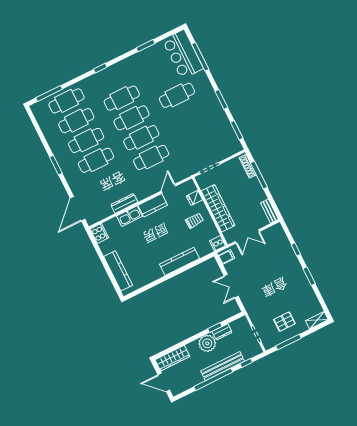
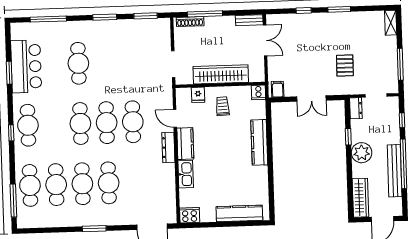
bar counter: (183, 54) -> (26, 66), moved, turned -90
cafe table: (122, 98) -> (28, 125), moved
dresser: (124, 203) -> (168, 147), moved
double door: (247, 236) -> (265, 40), moved
pallet: (284, 322) -> (345, 65), moved
dresser: (222, 332) -> (356, 108), moved
bench: (223, 366) -> (395, 171), moved

